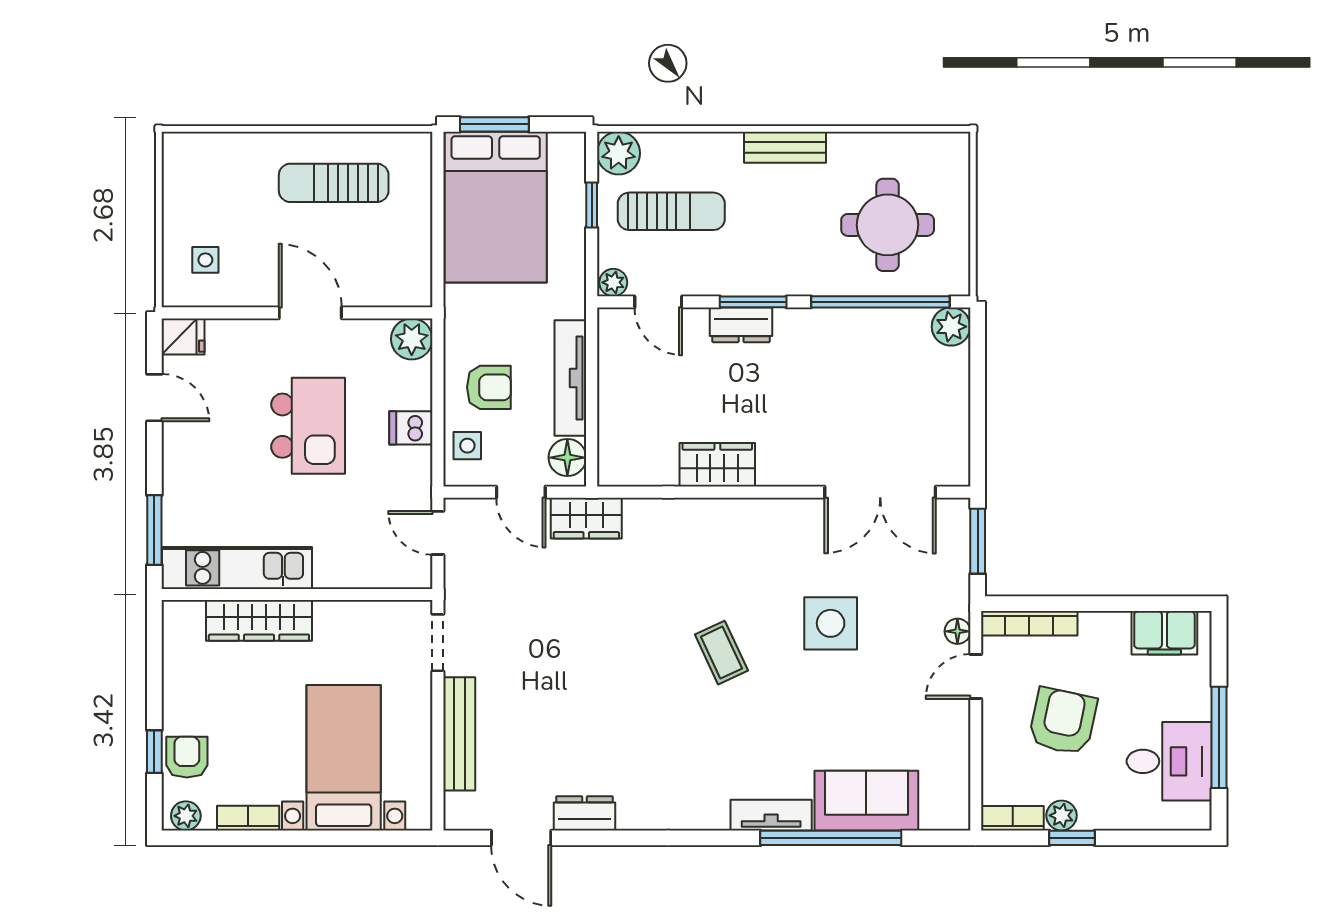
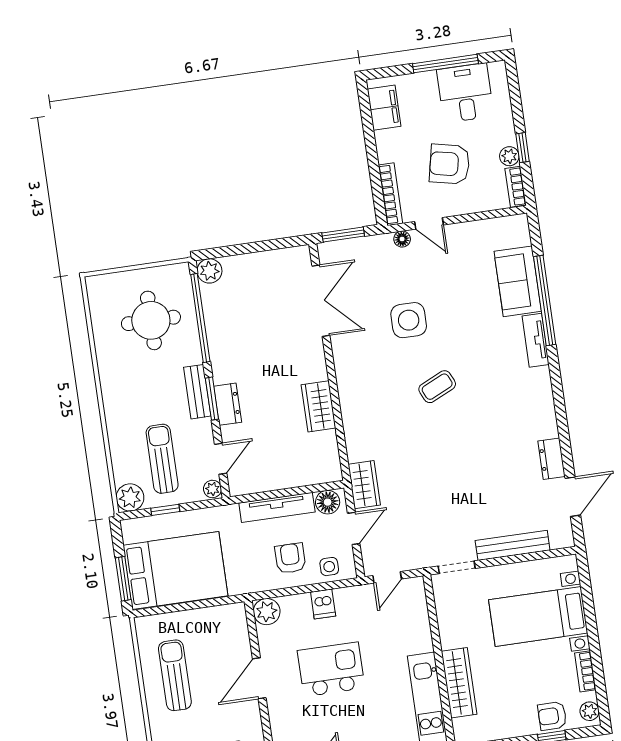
bench: (785, 147) -> (197, 392), moved
sun lounger: (334, 183) -> (175, 675), turned 180

